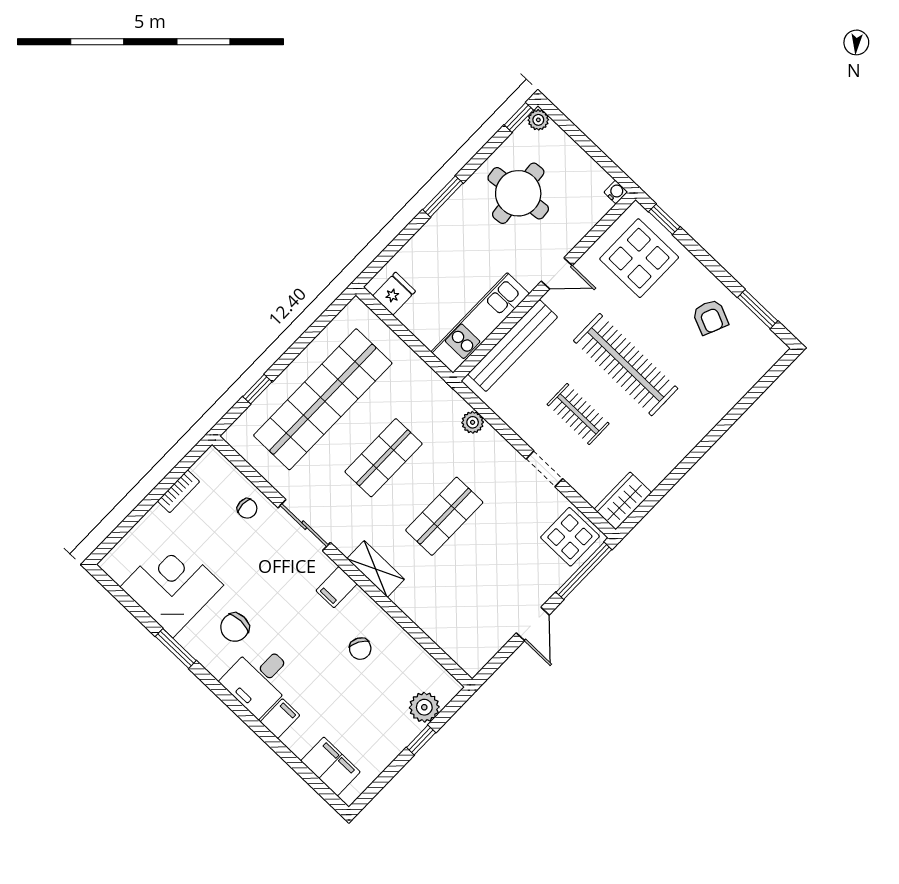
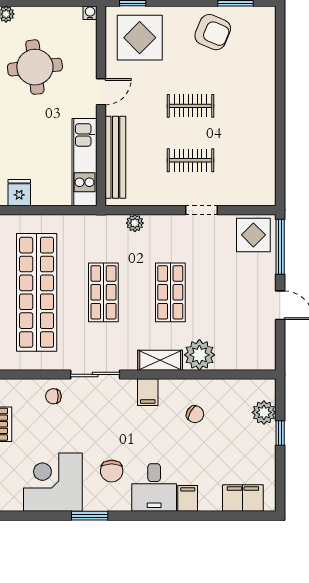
armchair: (710, 317) -> (213, 32), width x1.38, depth x1.38
clothes rail: (626, 365) -> (191, 106), width x0.54, depth x0.76
wardrobe: (623, 501) -> (264, 185), removed
chair: (247, 508) -> (53, 396), turned 180
plant: (416, 599) -> (199, 355), added

